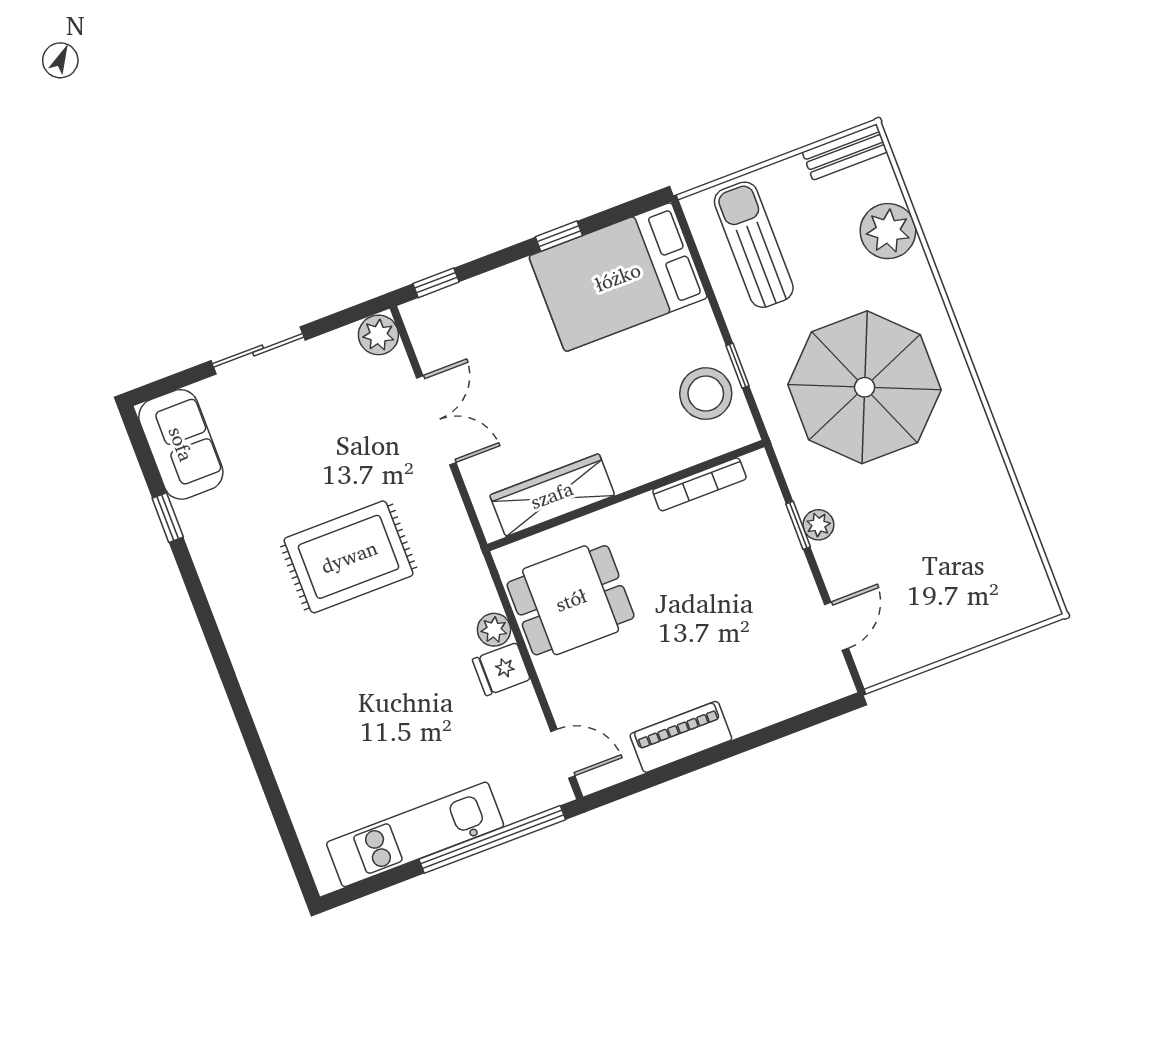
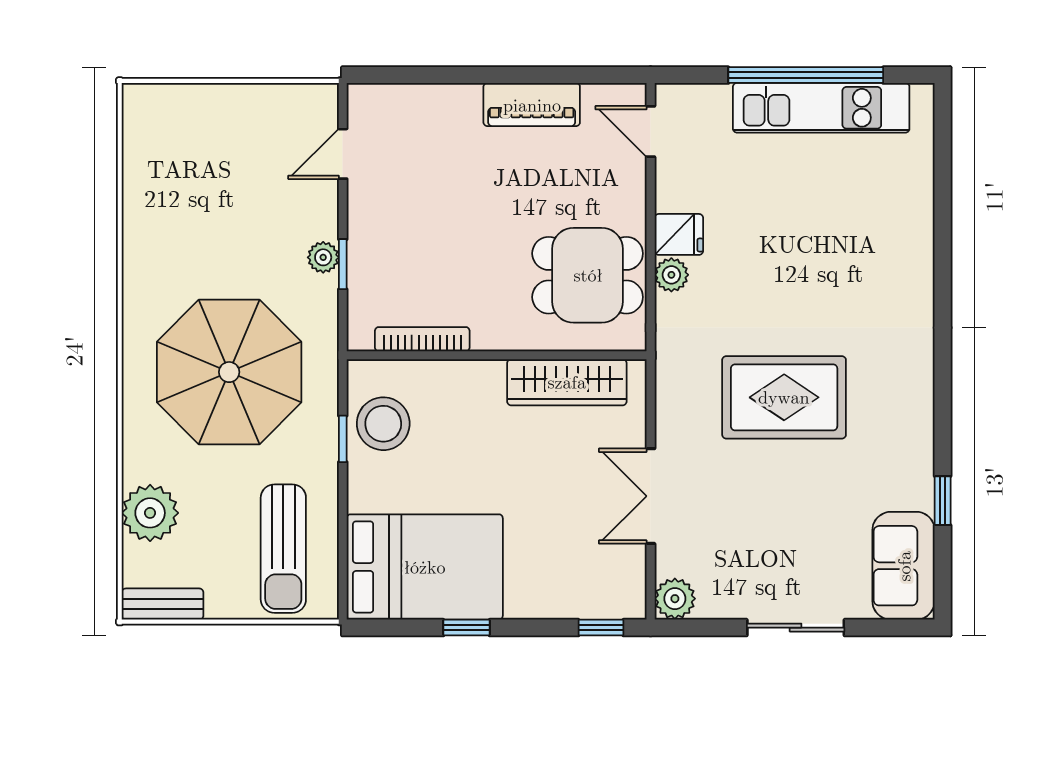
window: (492, 839) -> (806, 75), moved

